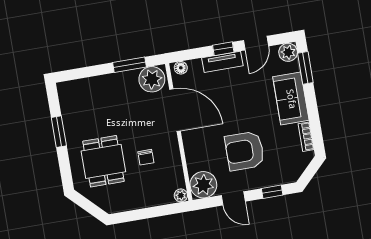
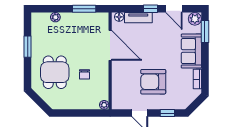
door: (256, 43) -> (174, 9), hinge flipped
tv unit: (222, 62) -> (138, 18), moved
plant: (152, 79) -> (55, 17), moved, width x0.53, depth x0.53
plant: (203, 185) -> (121, 100), removed

